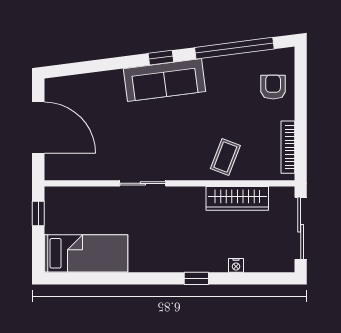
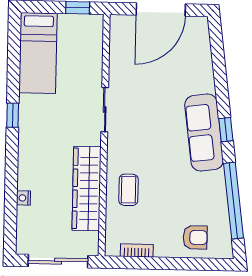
bookcase: (288, 147) -> (137, 250), width x0.64
coffee table: (225, 157) -> (128, 190), turned 69
wardrobe: (237, 198) -> (87, 188), width x1.40, depth x1.17
window: (196, 278) -> (13, 115), moved

